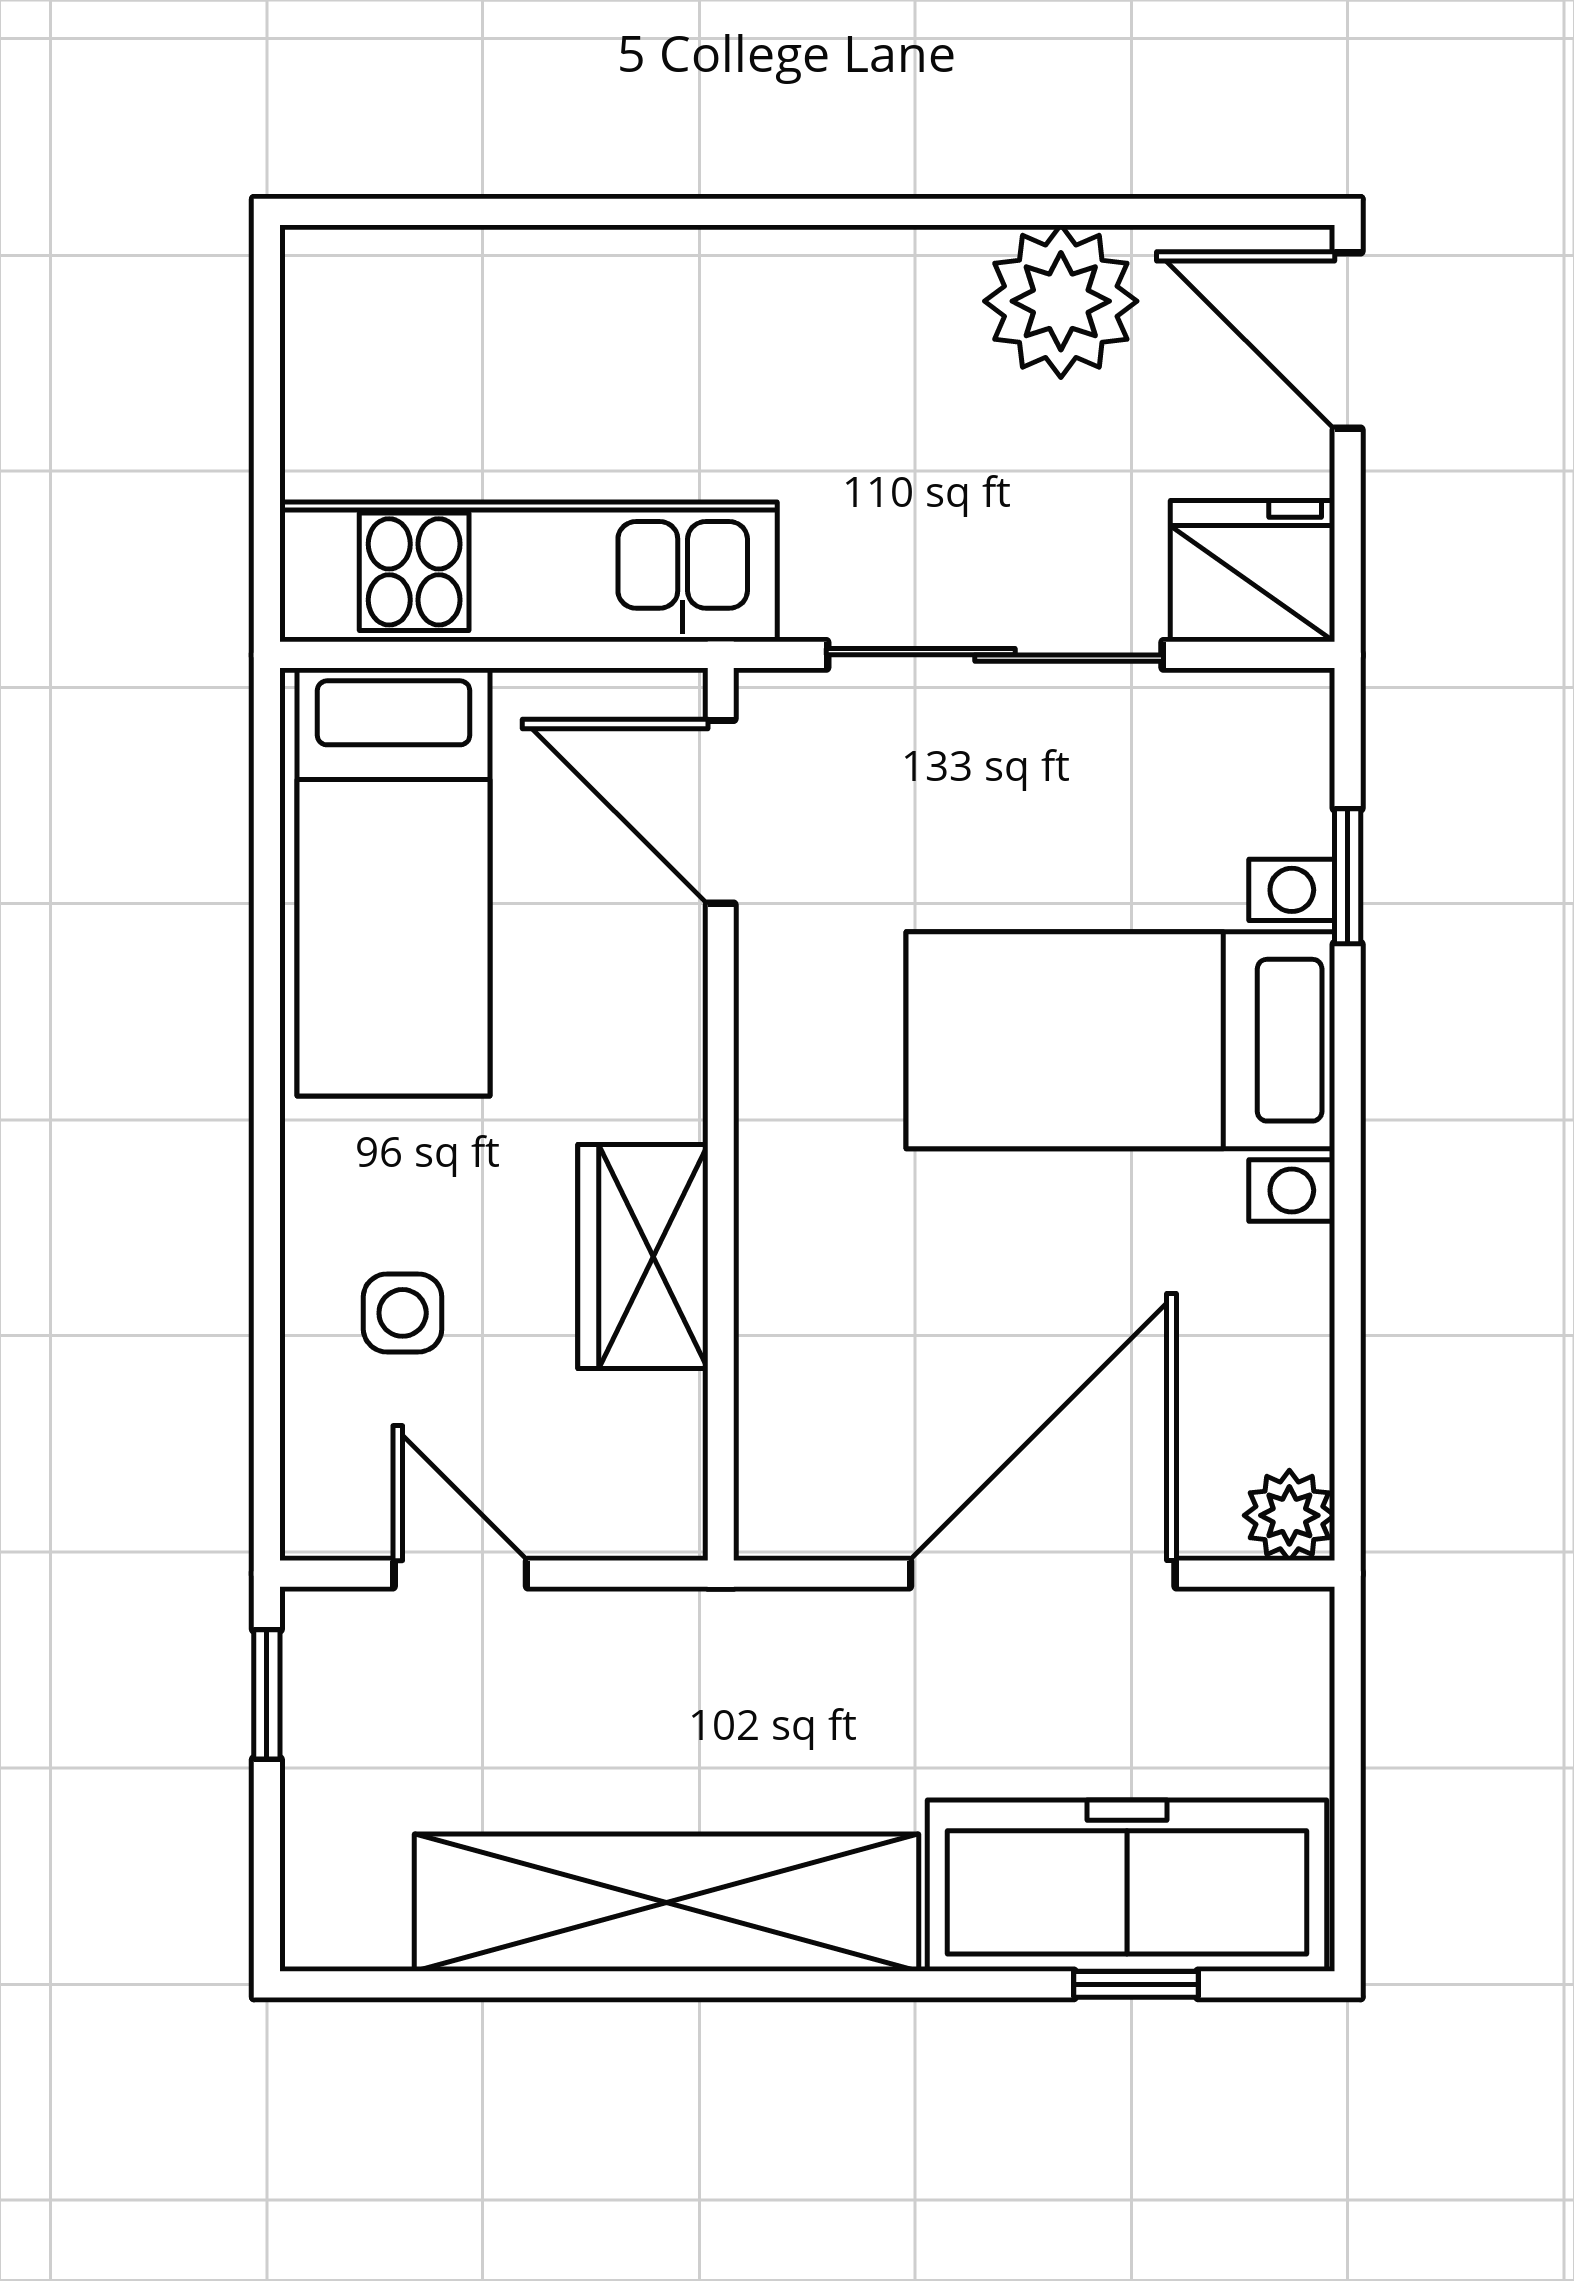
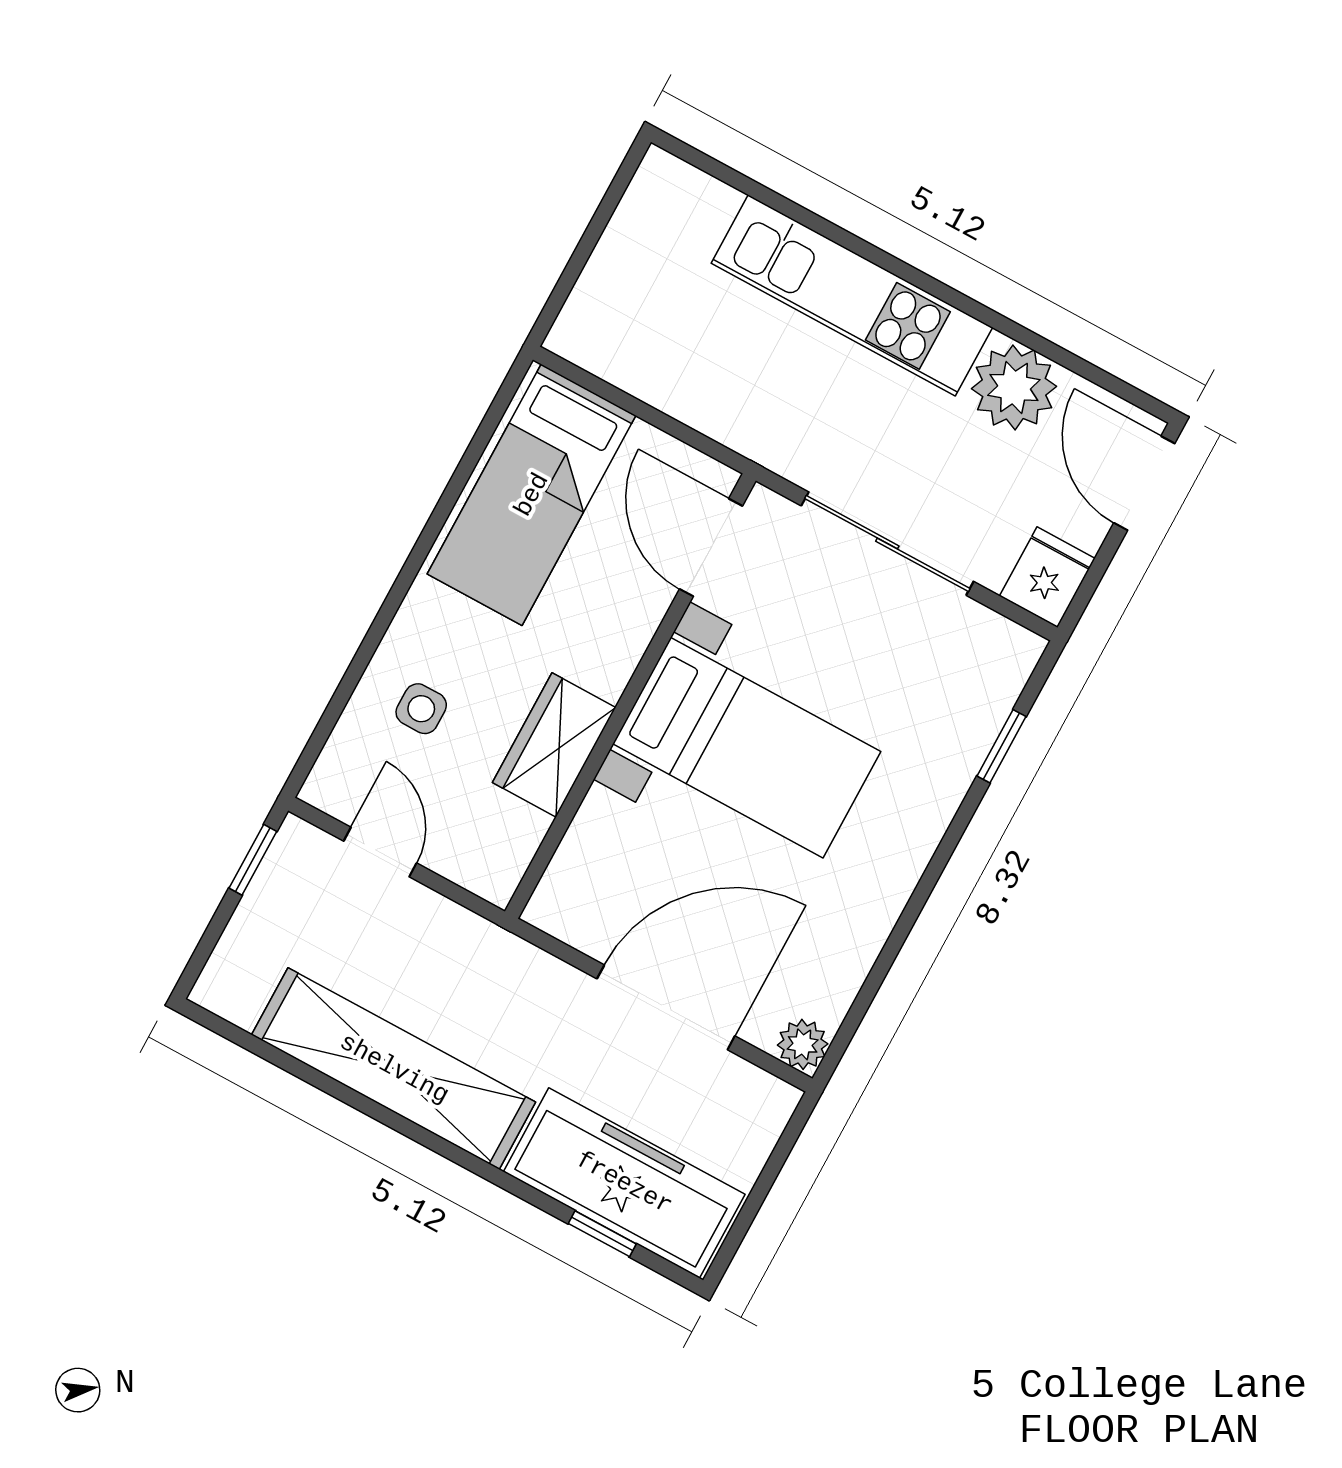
fridge: (1252, 571) -> (1047, 577), width x0.72
kitchen unit: (528, 572) -> (852, 295), moved, turned 180
bed with nightstands: (1120, 1040) -> (747, 748), moved, turned 180

